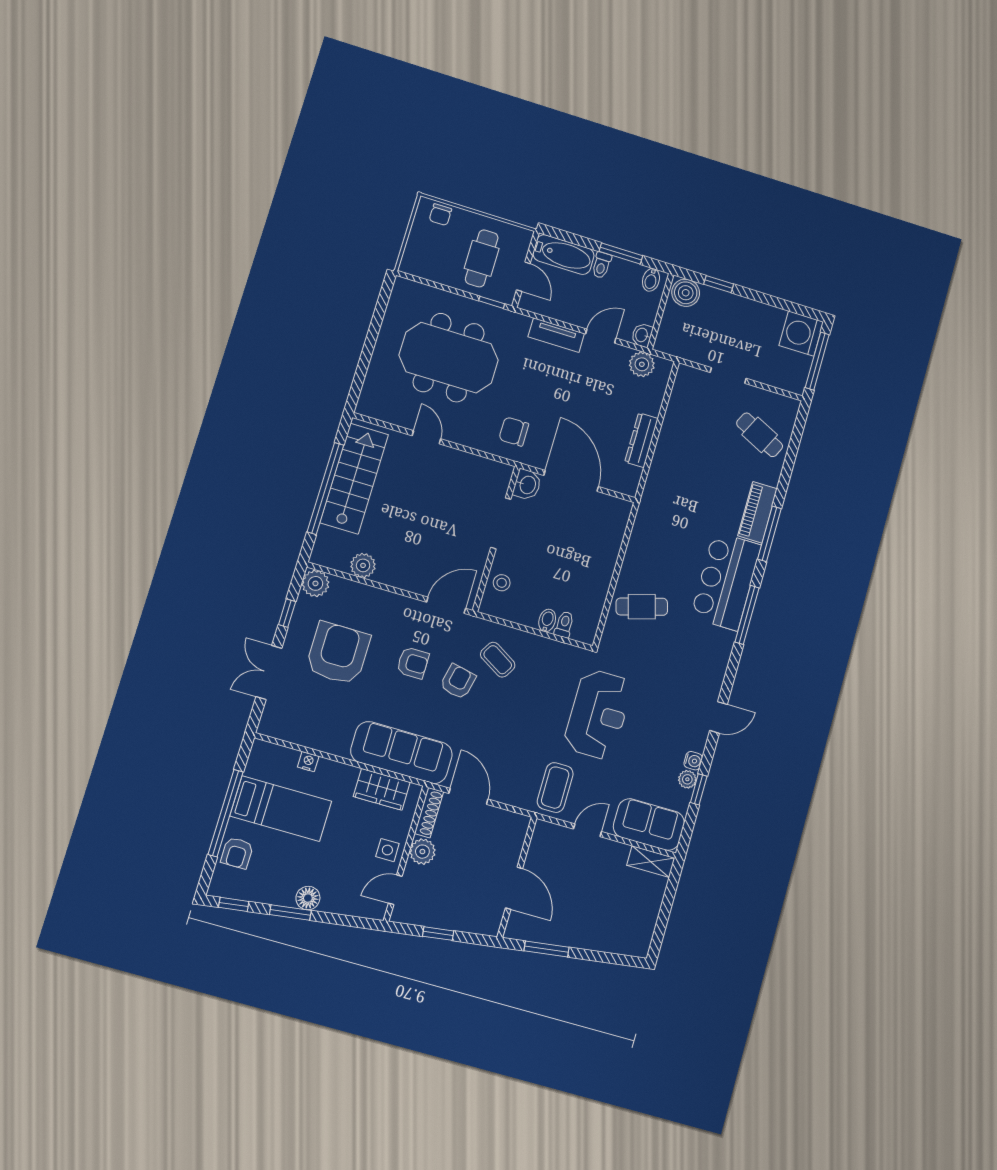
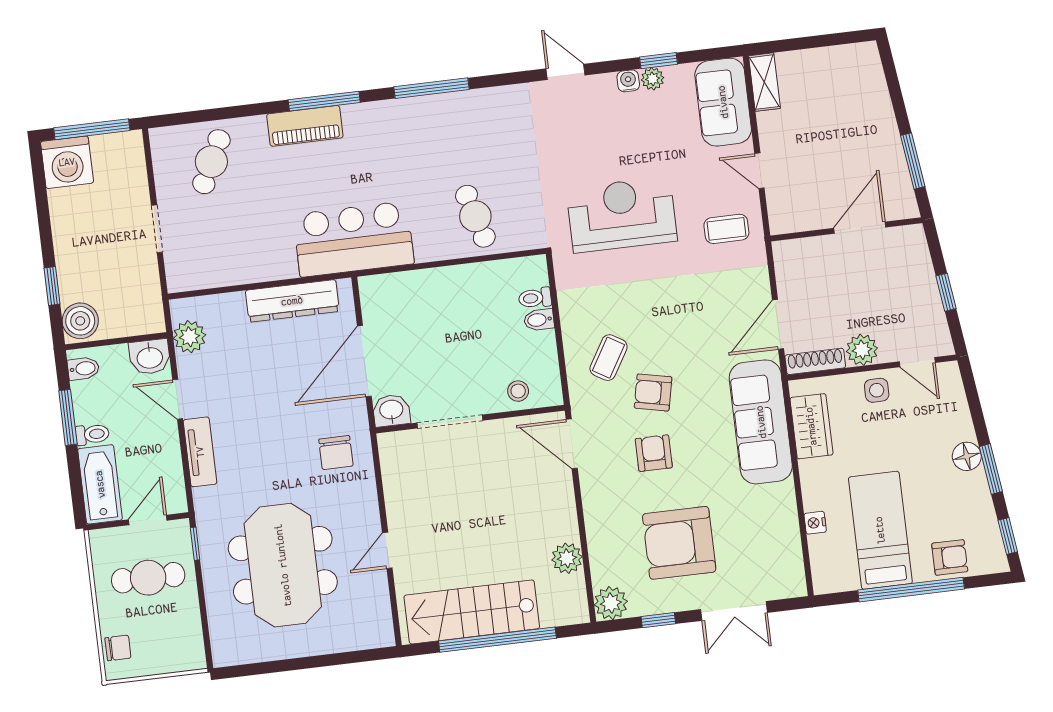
washbasin: (642, 335) -> (150, 357), width x1.38, depth x1.45
dresser: (641, 440) -> (292, 301), width x1.37, depth x1.24
bar counter: (726, 581) -> (354, 239), moved, turned 180
coffee table: (555, 788) -> (726, 229), width x0.73, depth x0.77

